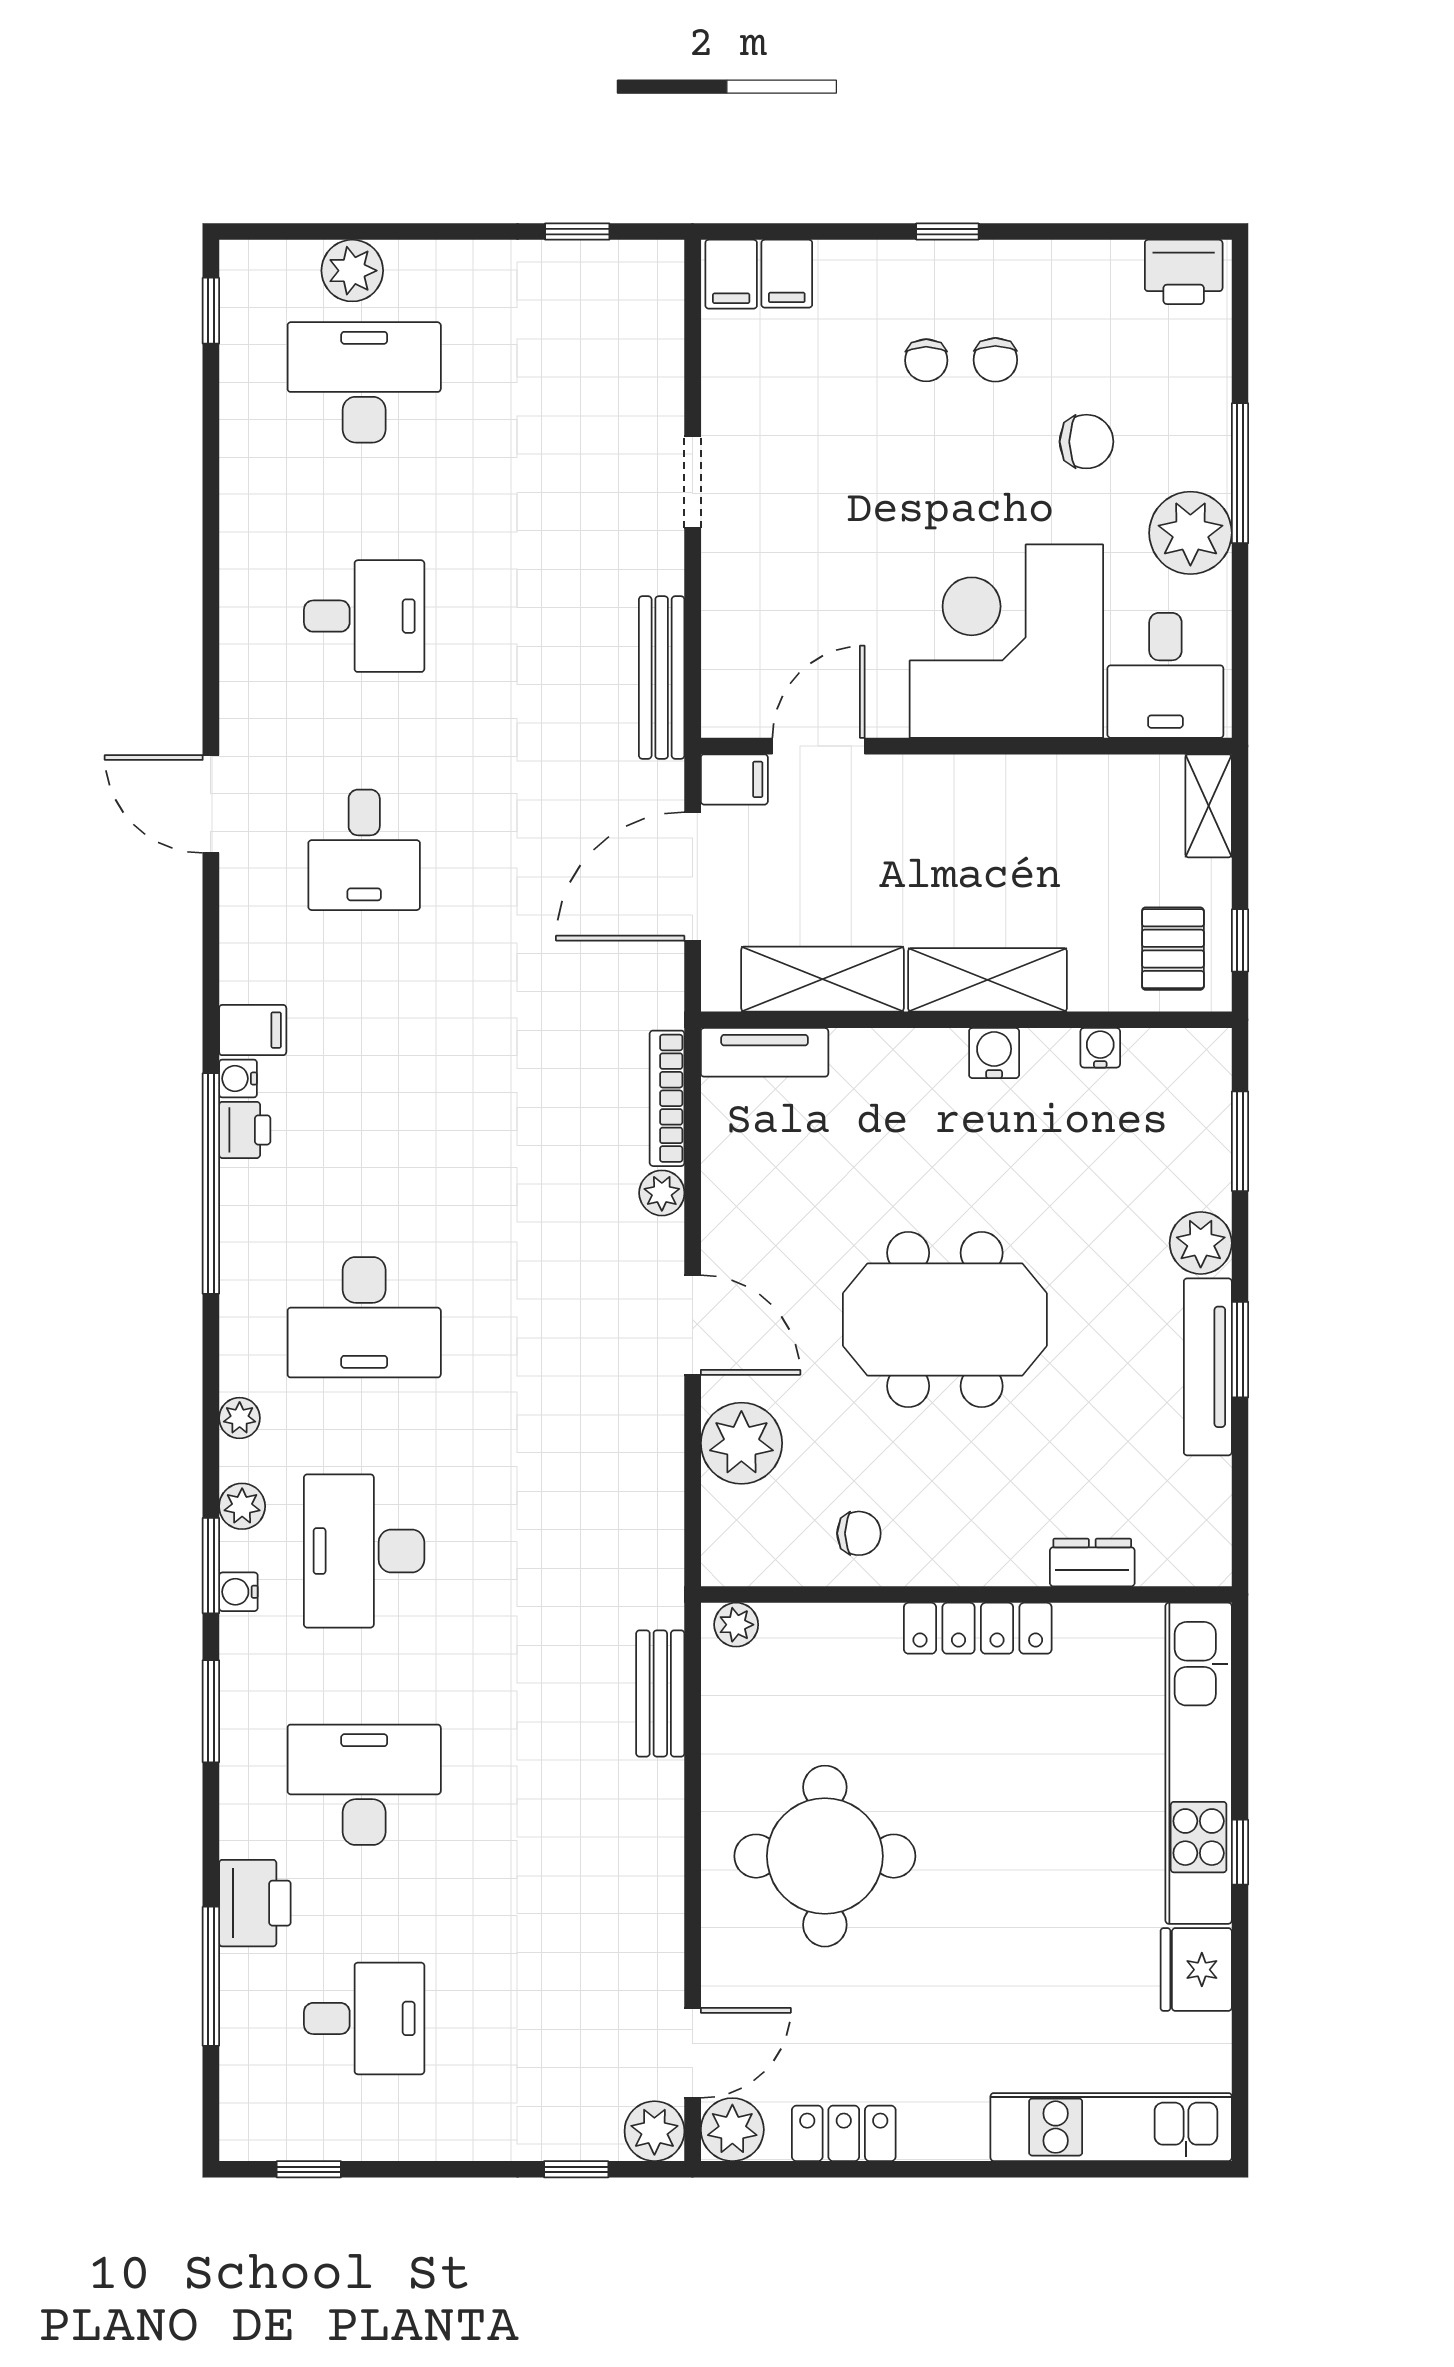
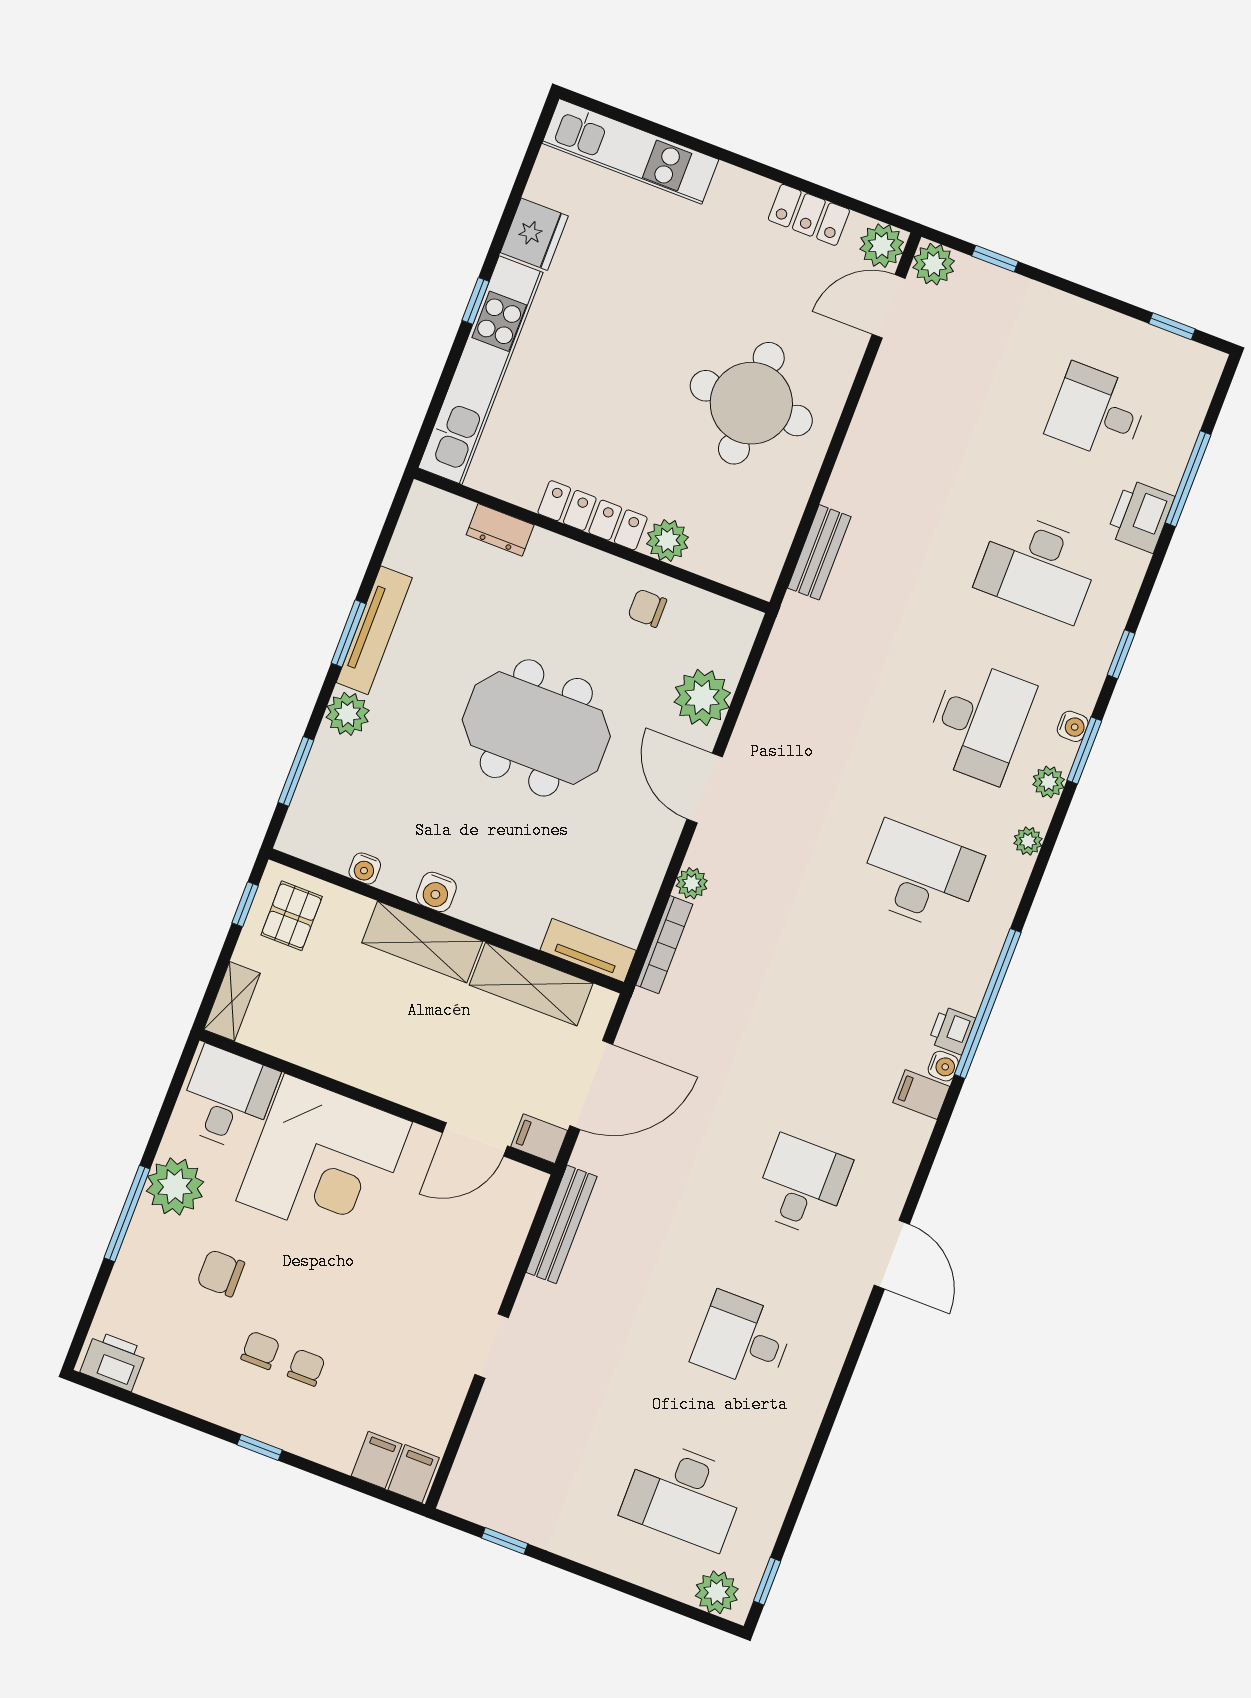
plant: (352, 271) -> (717, 1592), moved
plant: (736, 1625) -> (668, 540), moved, width x1.38, depth x1.38
window: (211, 1711) -> (1121, 654), width x0.67

